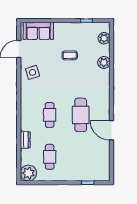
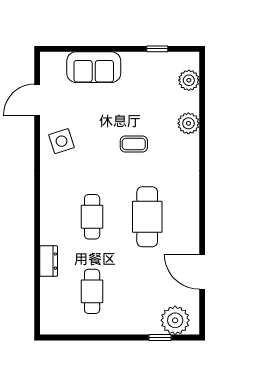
sofa: (38, 31) -> (94, 67), moved
coffee table: (70, 55) -> (134, 144), moved
door: (111, 130) -> (202, 272), moved
plant: (28, 173) -> (175, 320), moved

